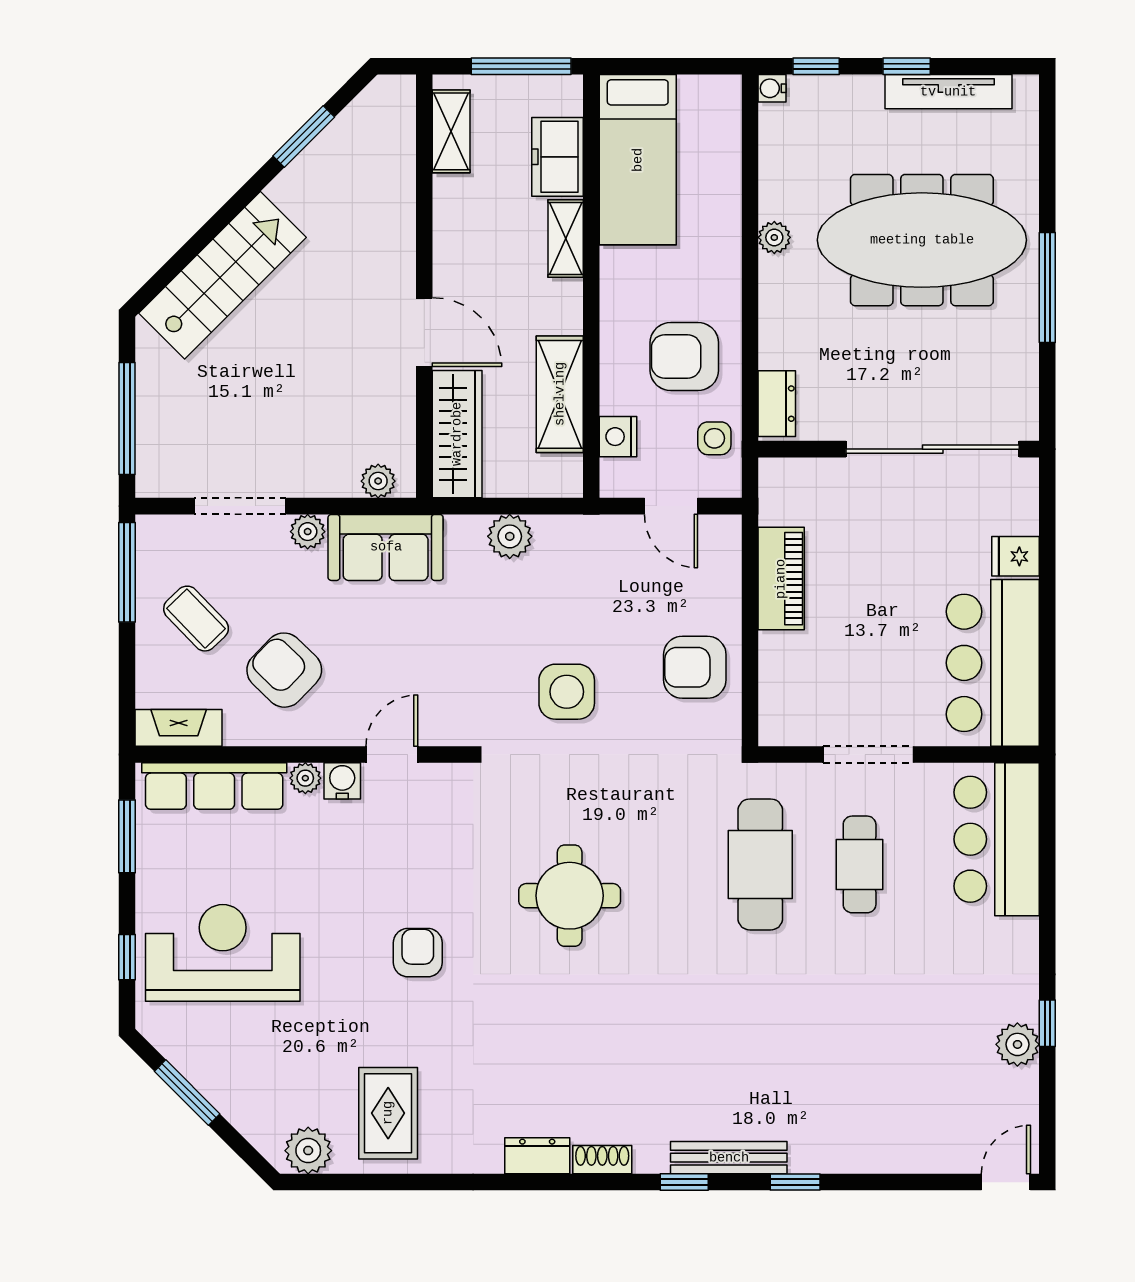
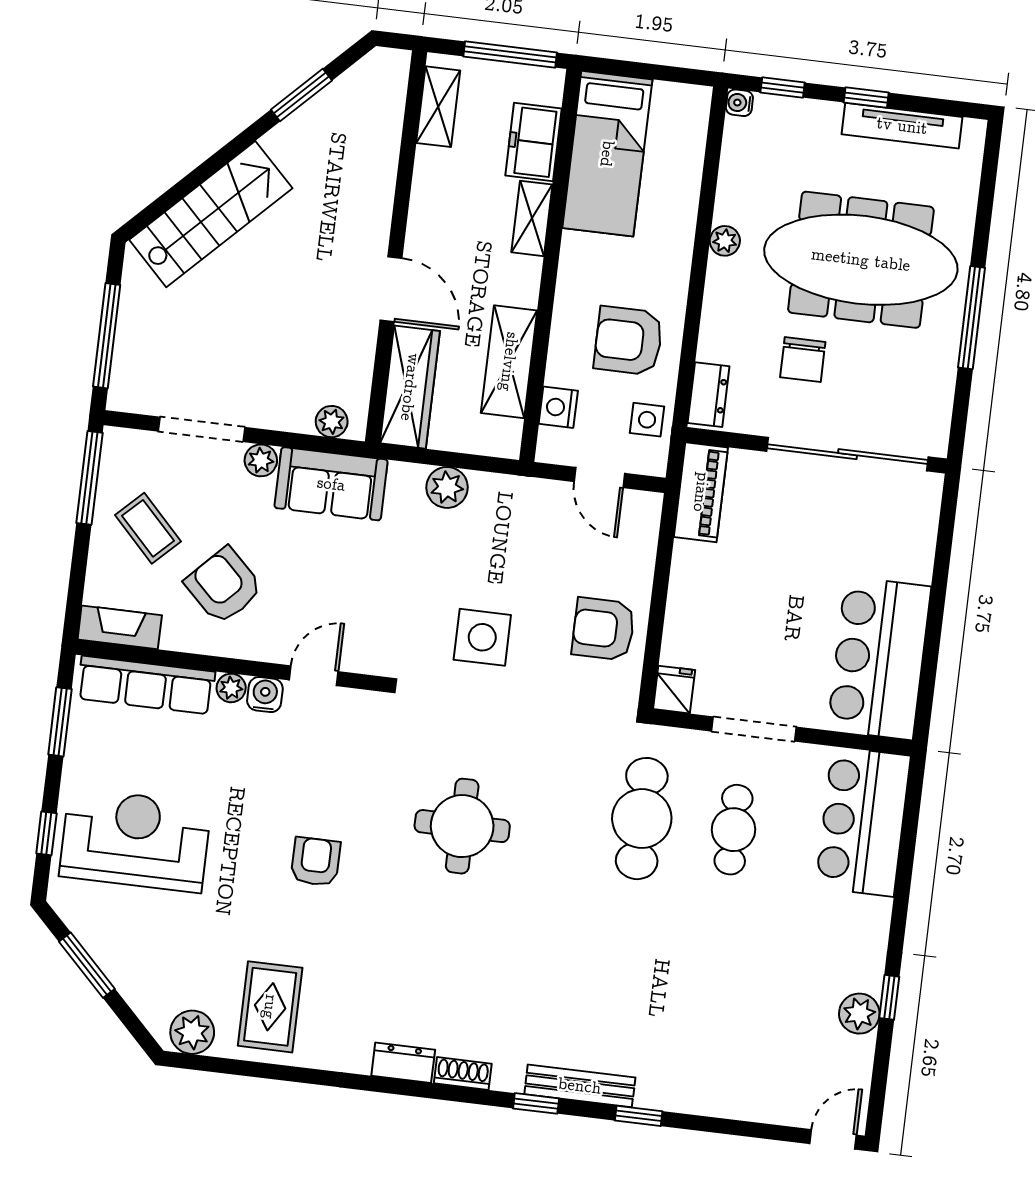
chair: (873, 354) -> (803, 360), added
fridge: (1016, 556) -> (674, 690), moved, turned 90
piano: (781, 579) -> (701, 492), moved

